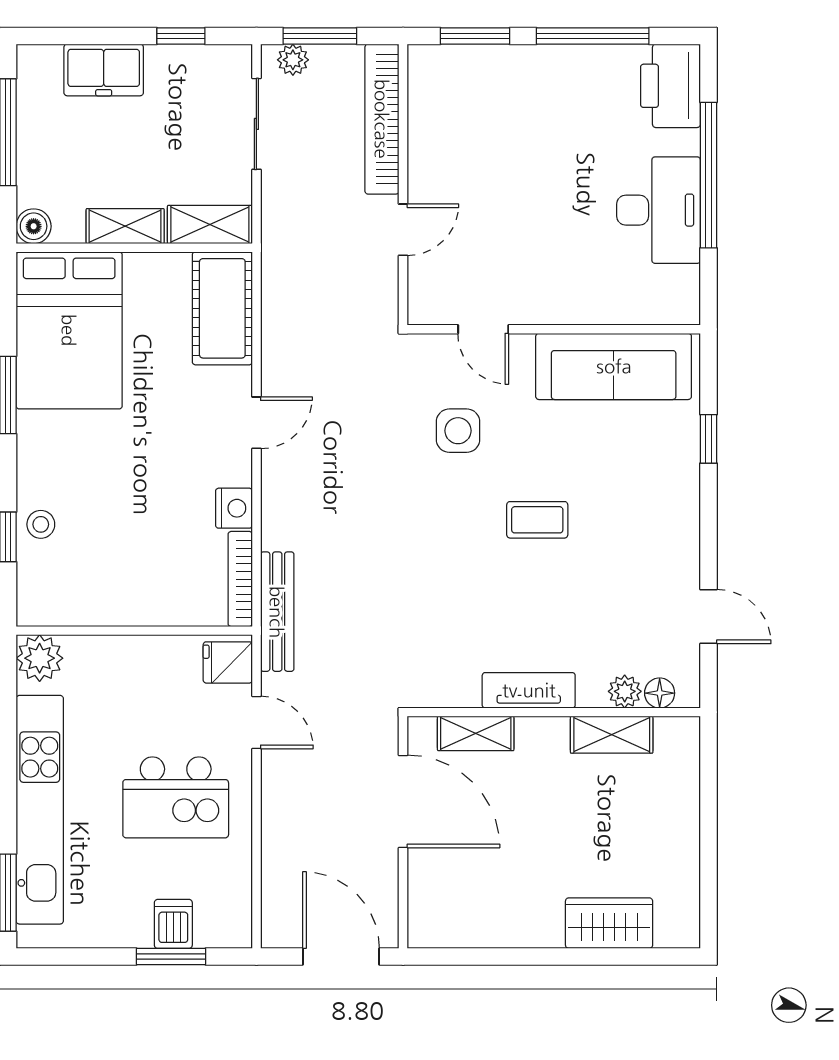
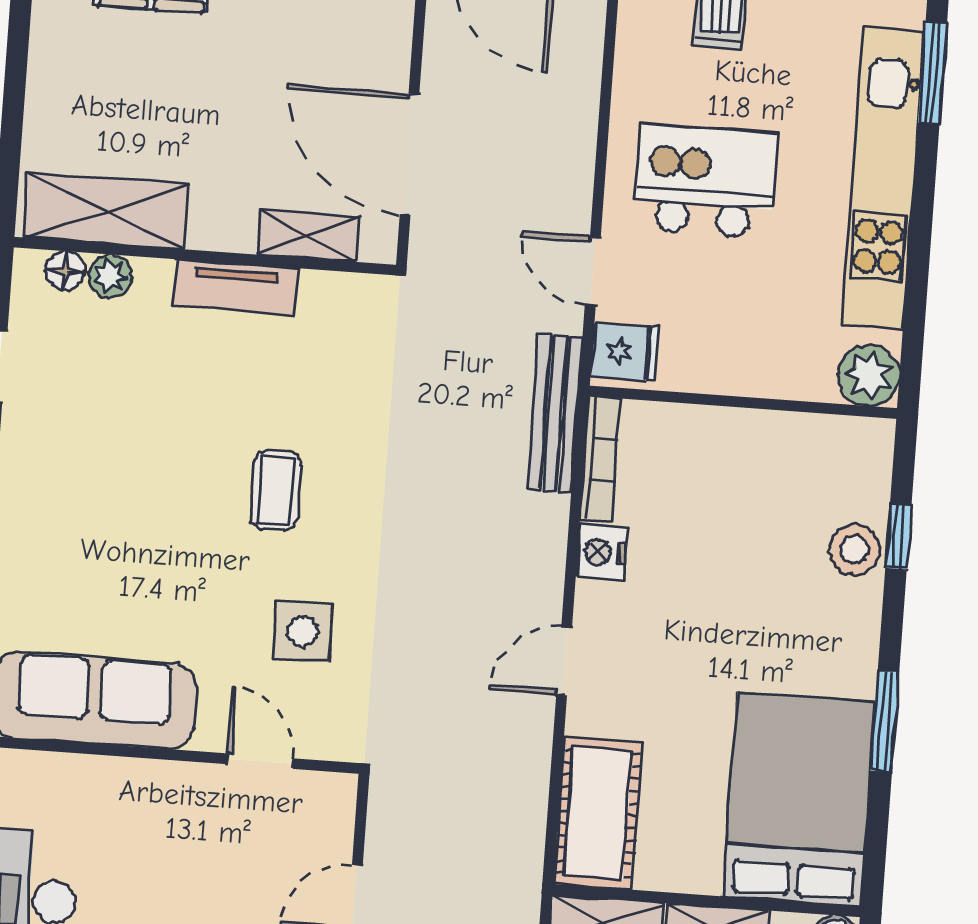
coffee table: (537, 520) -> (276, 490), moved, turned 90
stool: (41, 524) -> (855, 550), width x1.37, depth x1.37
shelving: (612, 735) -> (105, 211), width x1.50, depth x1.33

